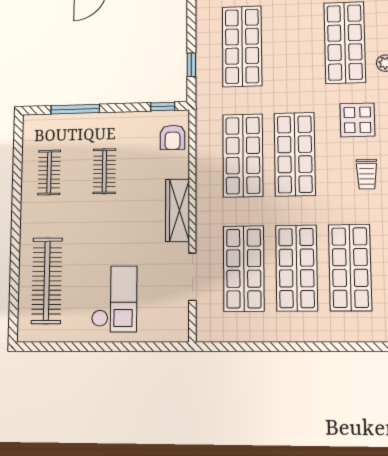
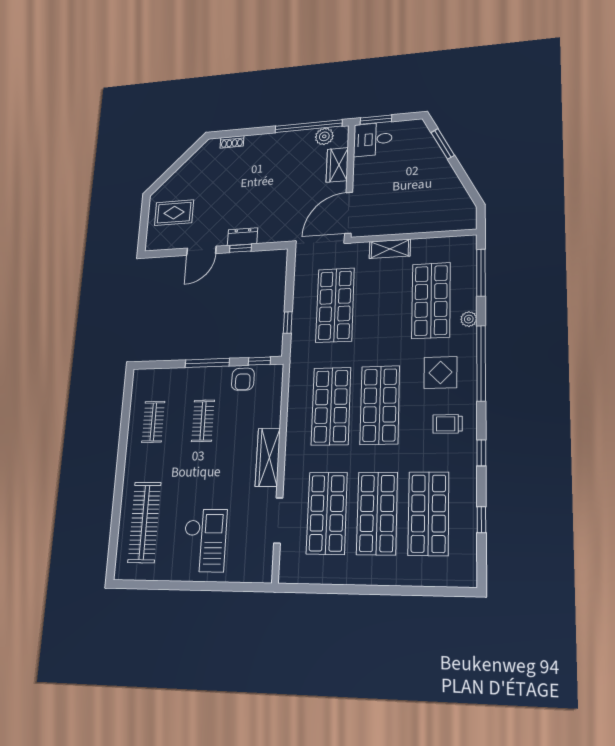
window: (75, 109) -> (207, 363), moved
armchair: (173, 137) -> (243, 379), moved
trolley: (367, 174) -> (448, 424), turned 90

